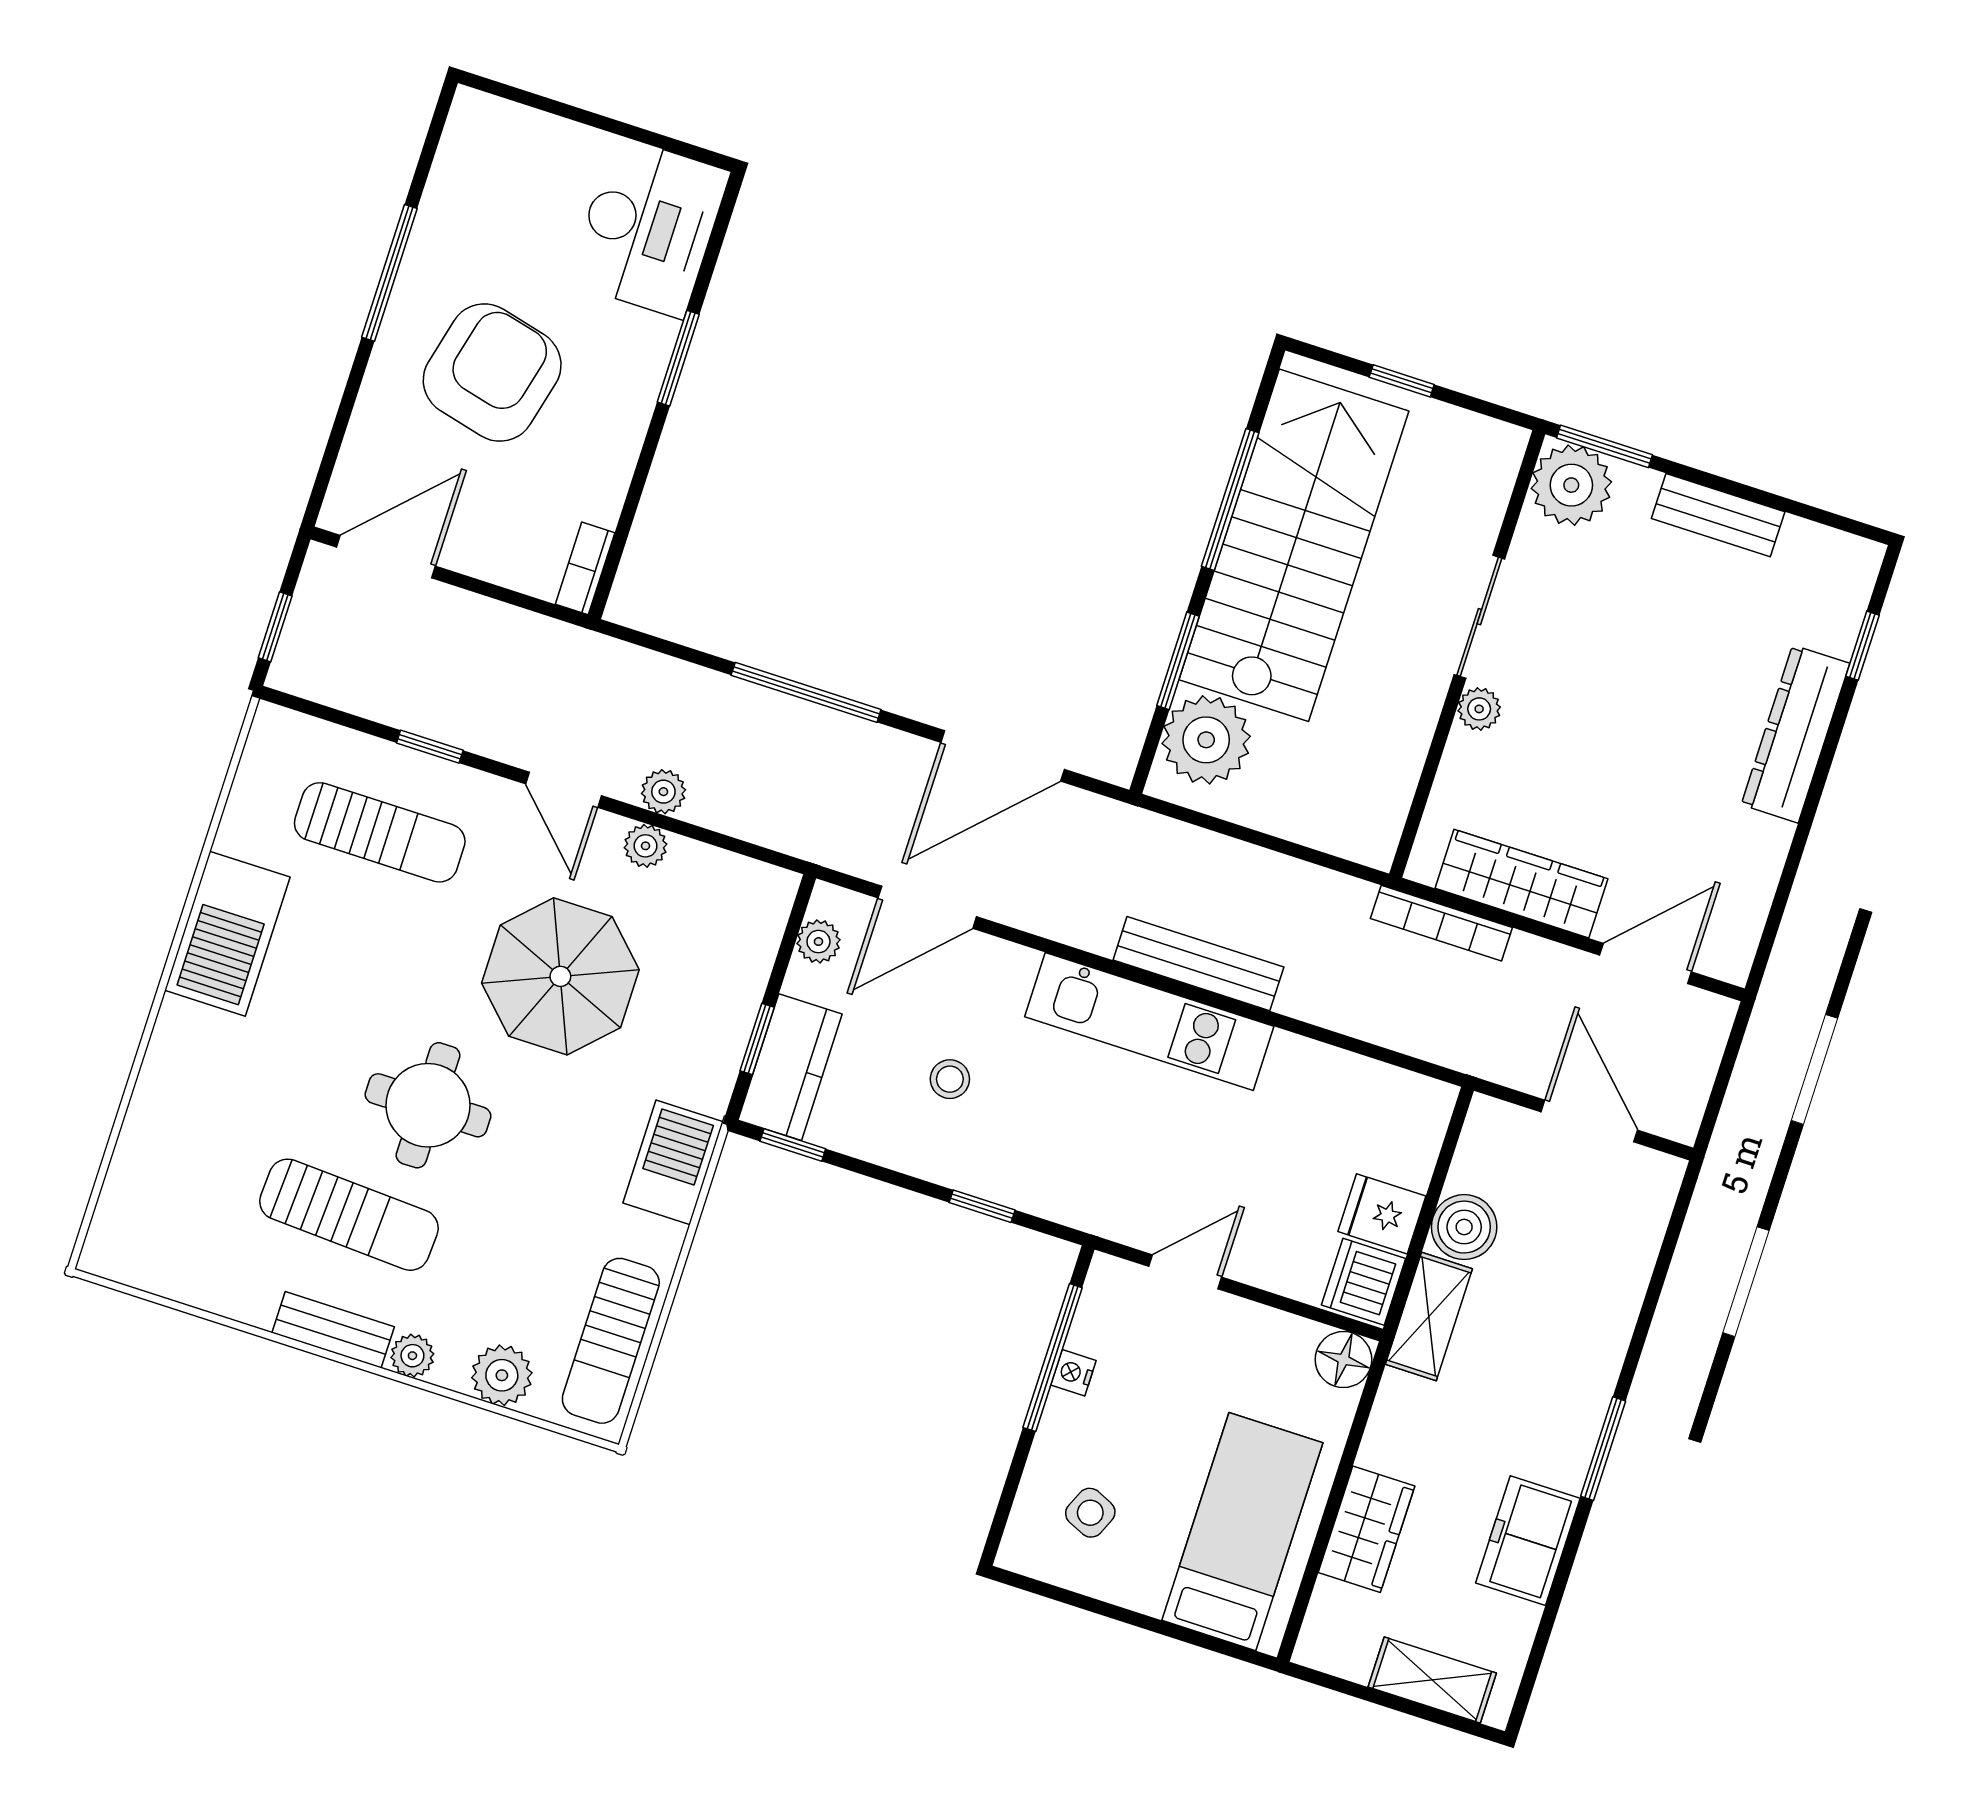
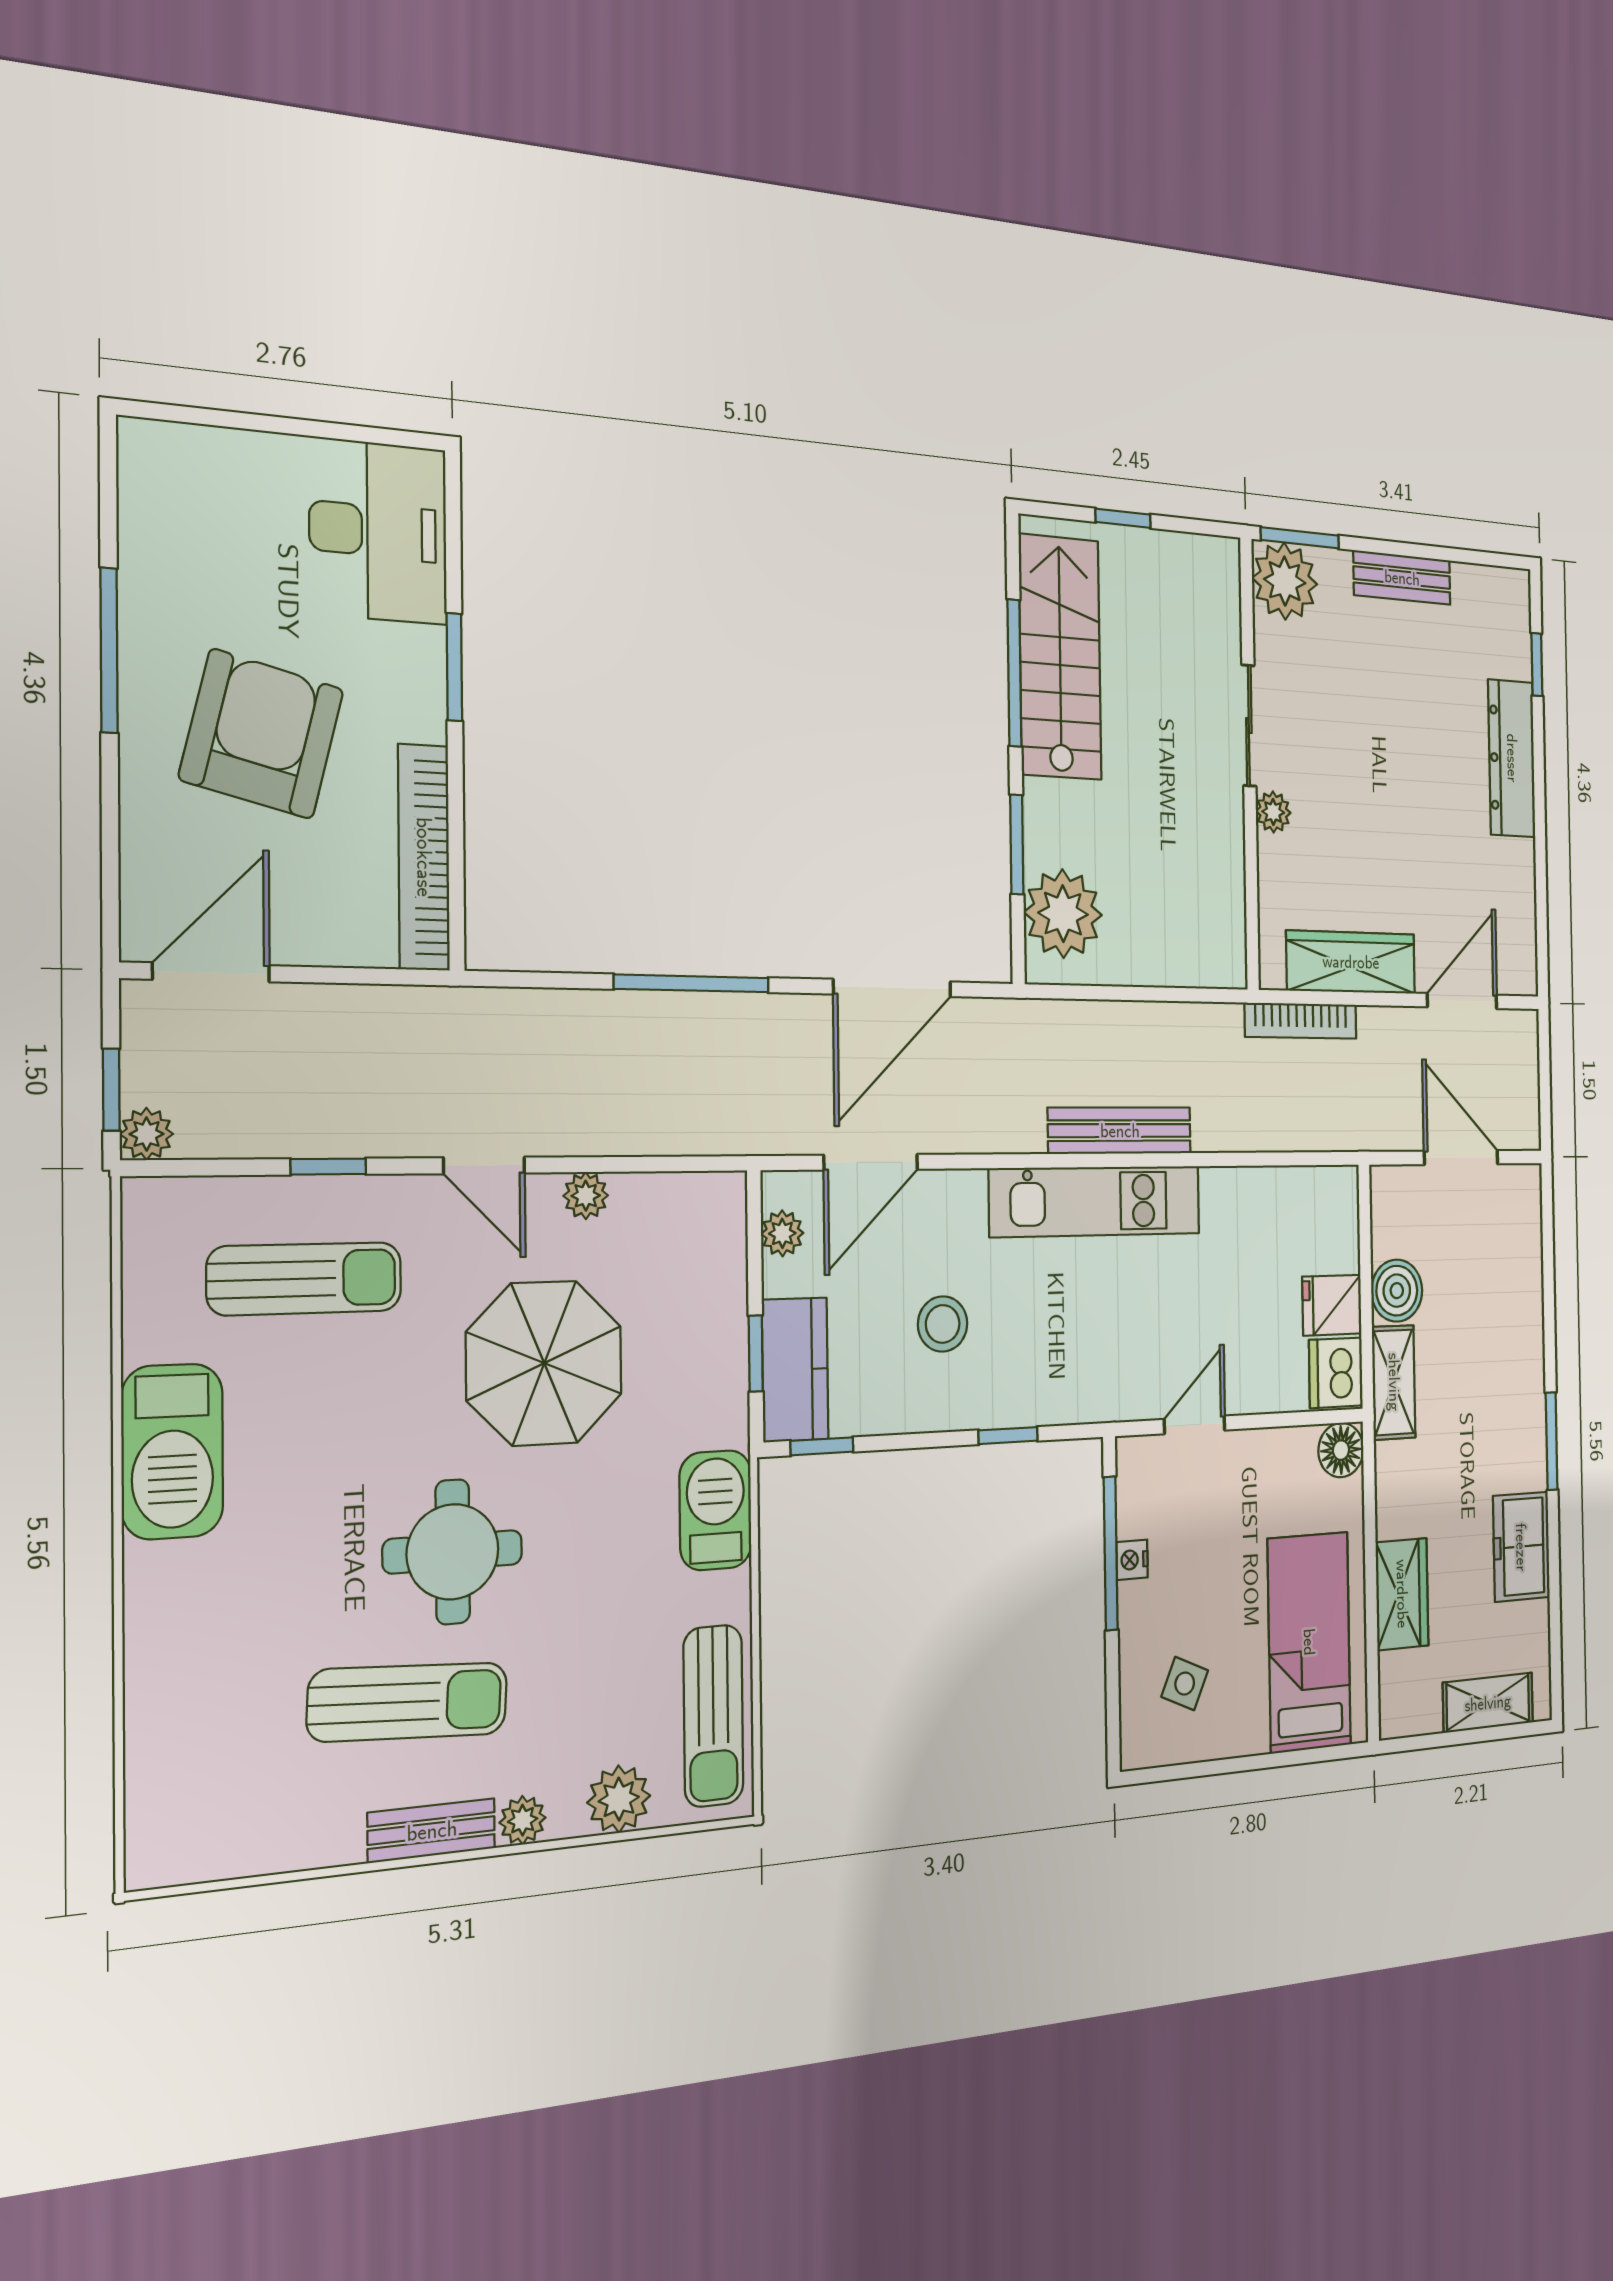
stairs: (1294, 545) -> (1060, 657), width x0.73, depth x0.66
bookcase: (585, 568) -> (424, 857), width x2.31, depth x1.31
plant: (663, 792) -> (147, 1134), moved
stool: (950, 1079) -> (943, 1324), width x1.37, depth x1.37

